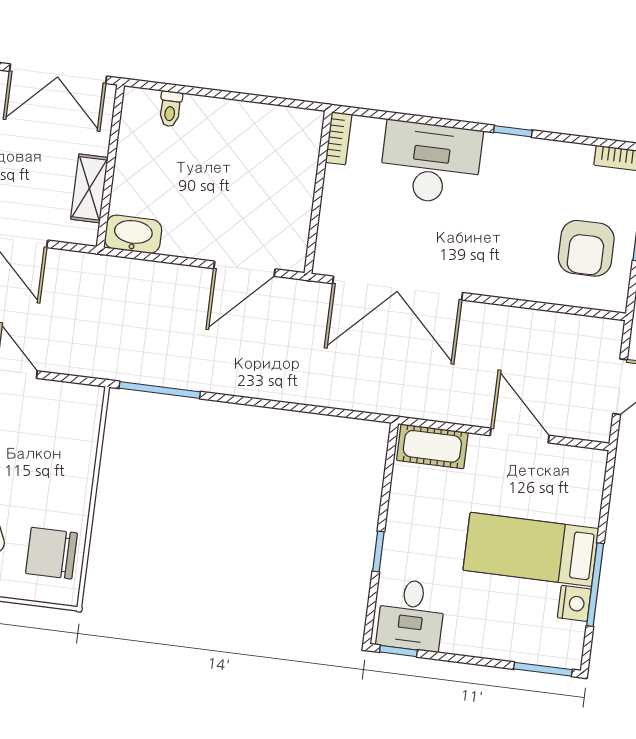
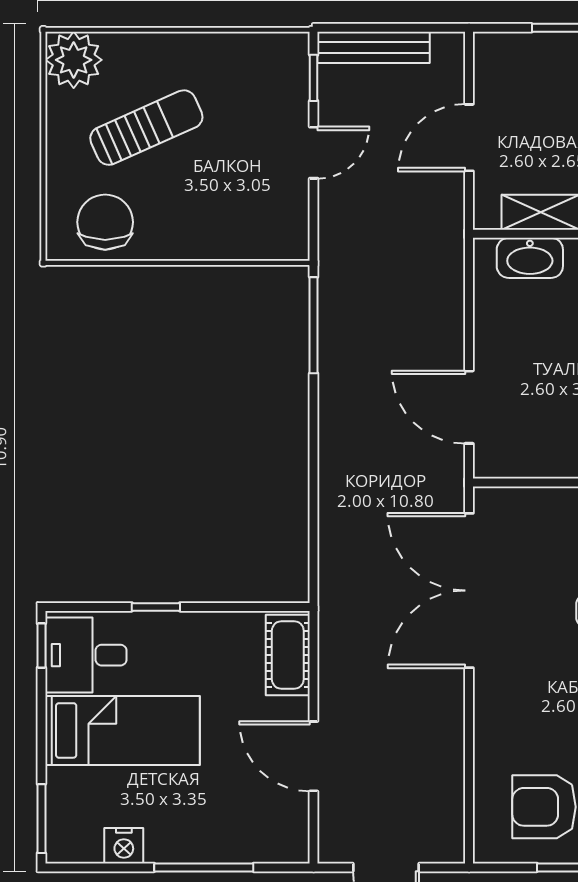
washbasin: (133, 234) -> (530, 258), moved, turned 90
door: (520, 435) -> (314, 756), swing flipped
bed: (531, 549) -> (122, 730), moved, turned 90
window: (595, 585) -> (204, 867), moved

